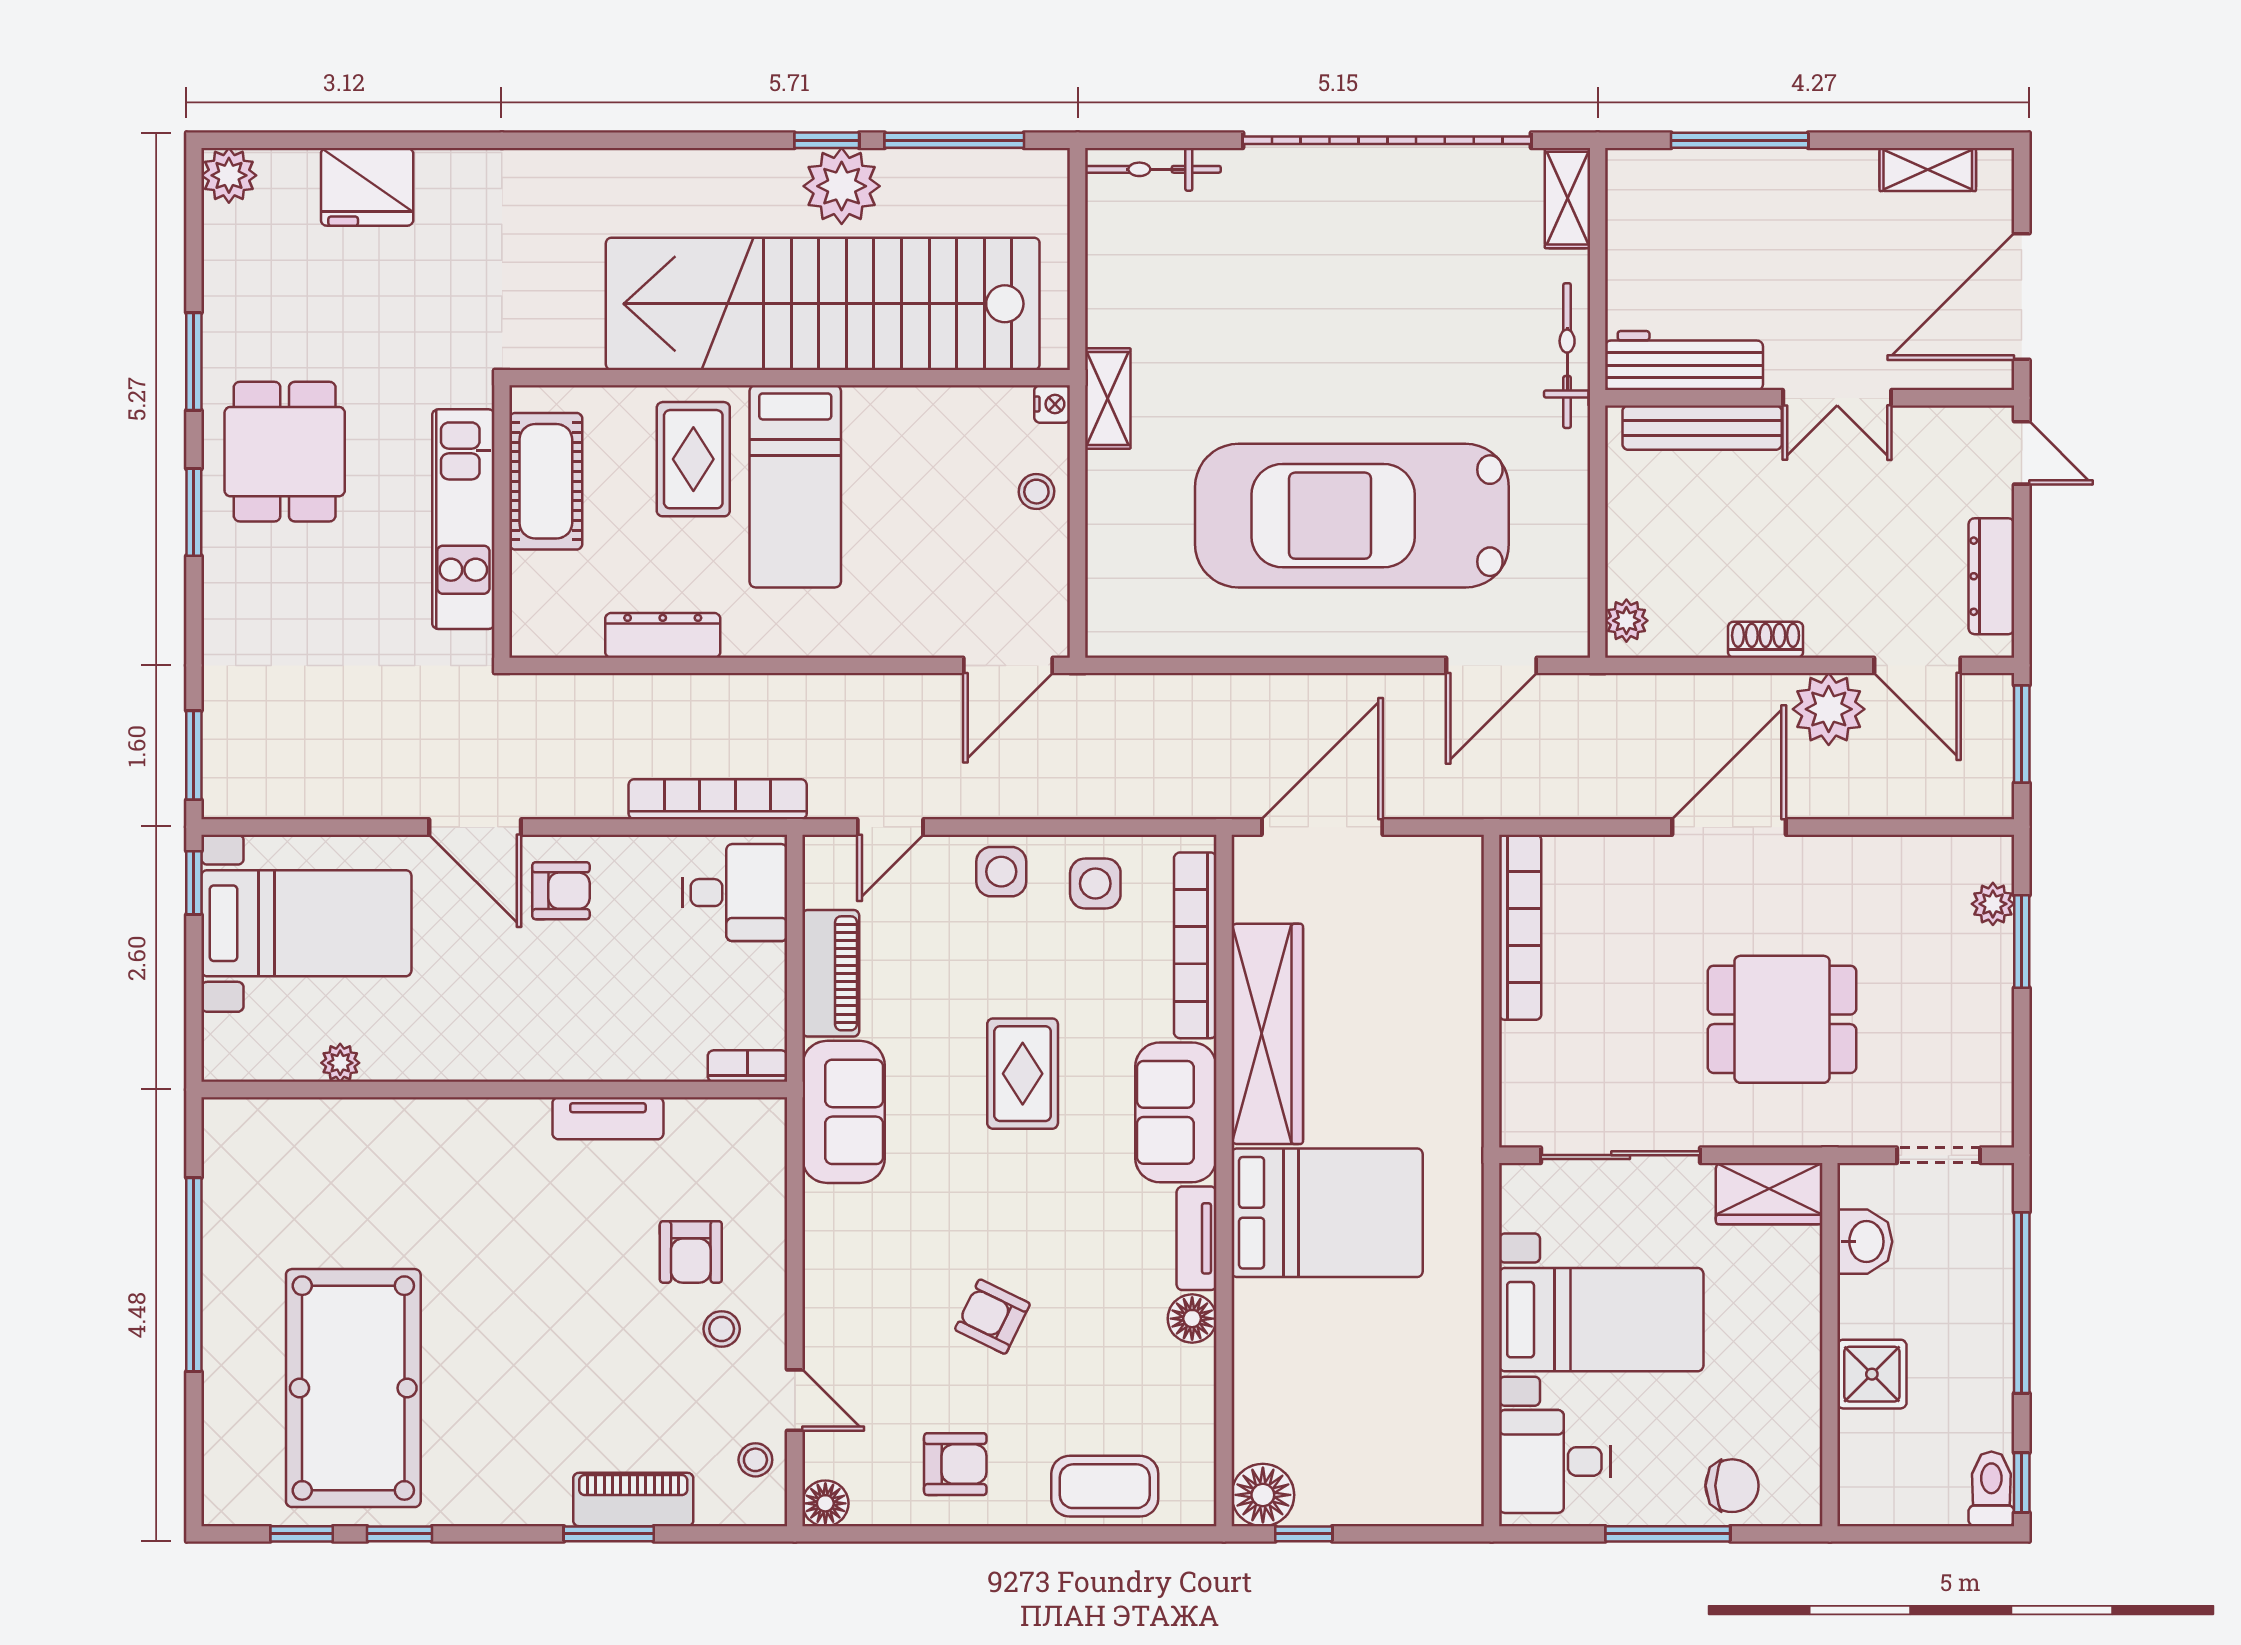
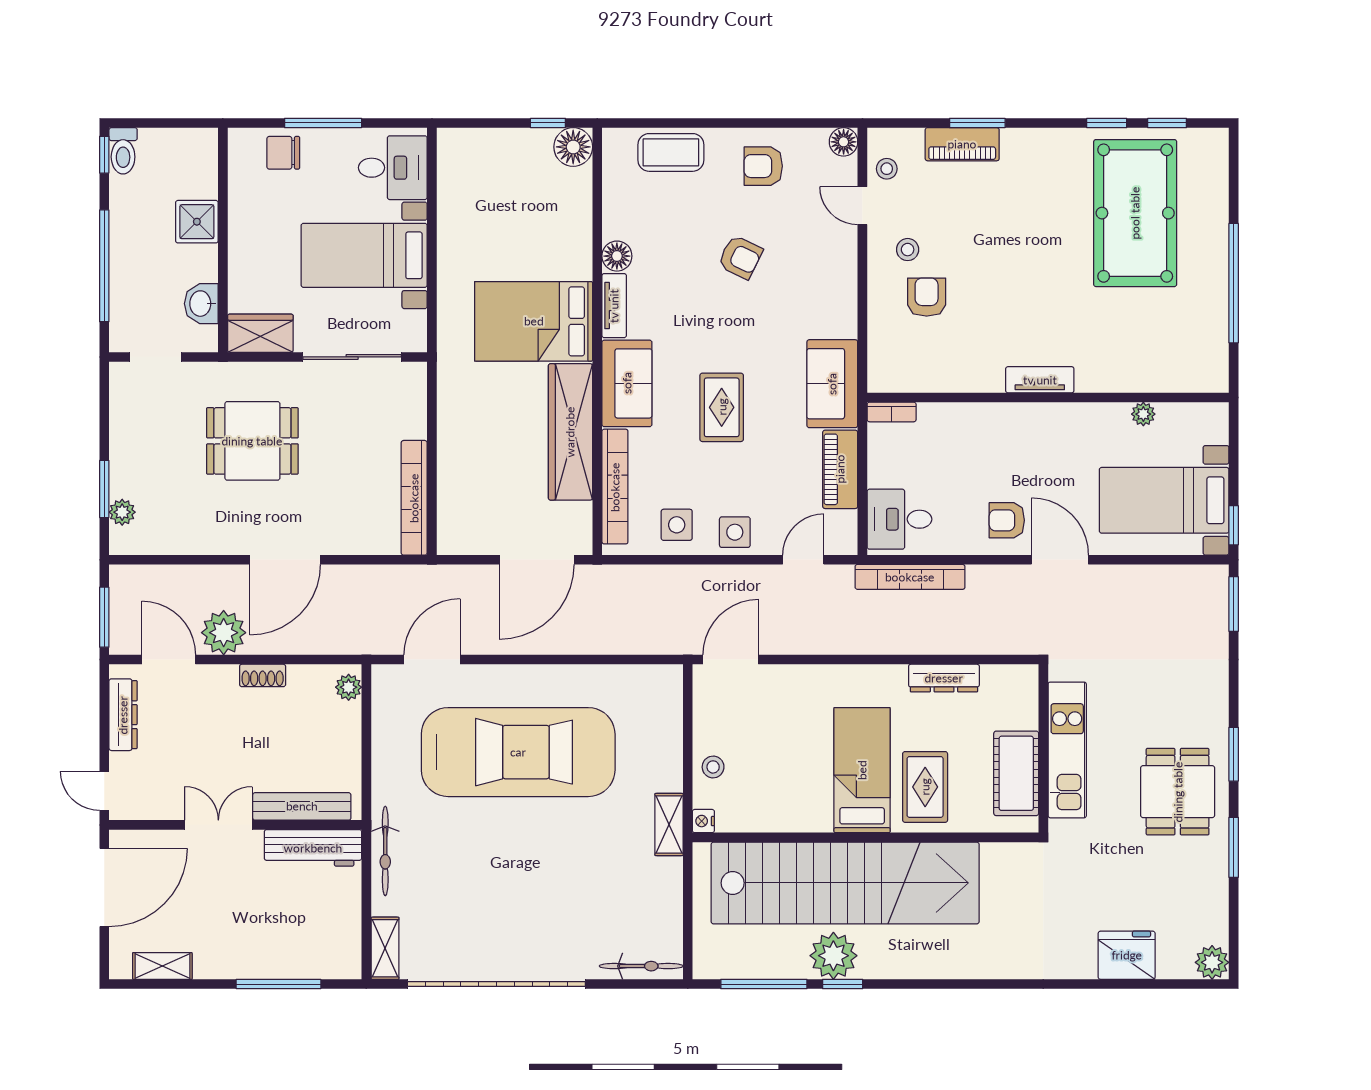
tv unit: (608, 1118) -> (1040, 380), moved

